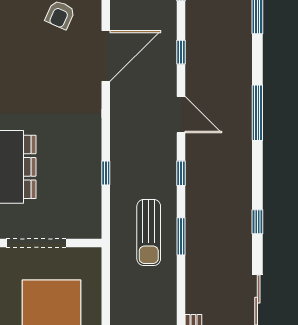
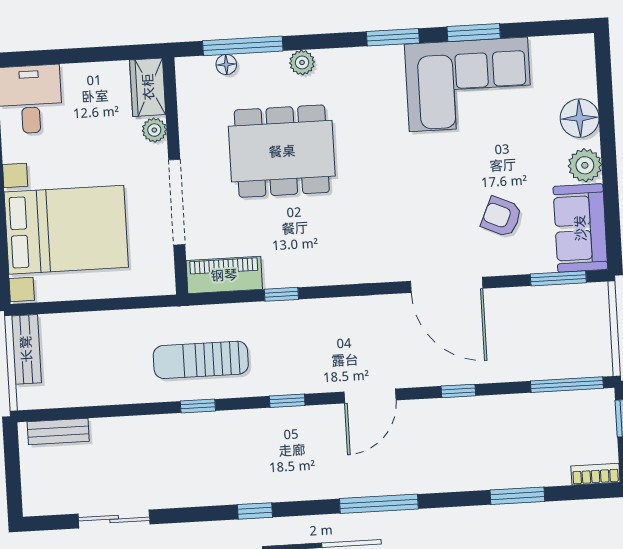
piano: (90, 213) -> (224, 275), added
window: (257, 222) -> (255, 511), moved
window: (181, 236) -> (198, 406), width x0.67

